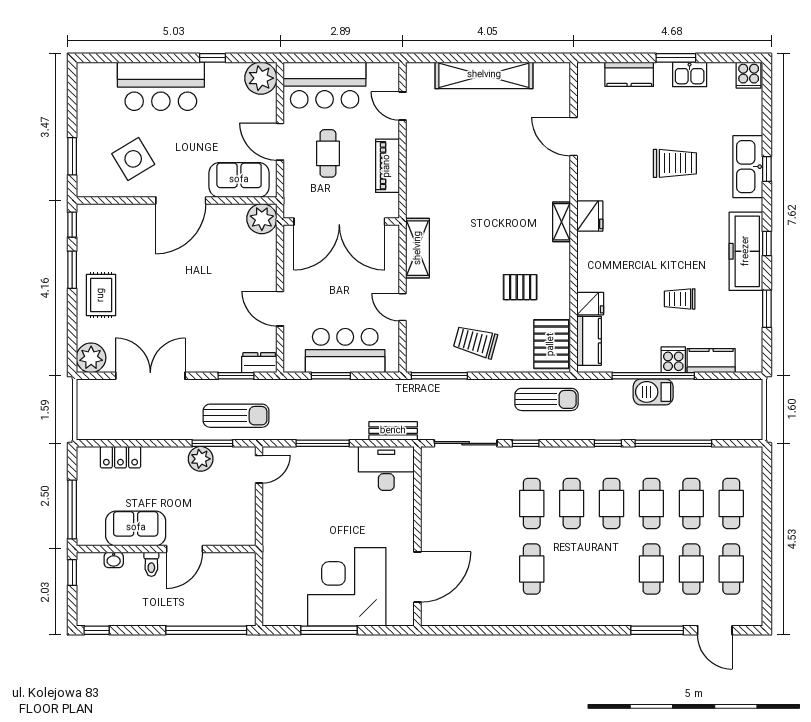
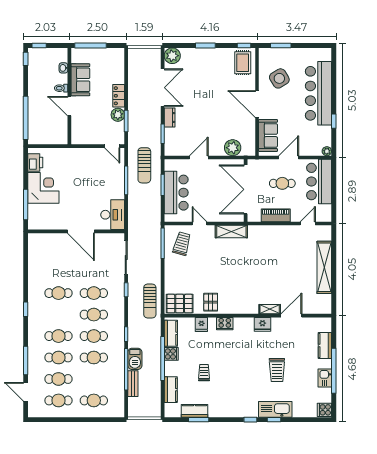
window: (676, 58) -> (334, 371), width x2.11
plant: (261, 78) -> (327, 151), width x0.53, depth x0.53
bar counter: (161, 86) -> (318, 93), width x1.36
fridge: (590, 216) -> (262, 324), moved
plant: (262, 219) -> (233, 148), moved
shelving: (562, 222) -> (270, 309), moved
window: (767, 243) -> (250, 420), moved
freezer: (746, 251) -> (230, 408), removed
cooker: (588, 260) -> (225, 324), added
window: (72, 270) -> (205, 46), moved
pallet: (520, 287) -> (211, 302), moved
rug: (101, 295) -> (243, 63), moved, turned 90
door: (403, 307) -> (199, 223), hinge flipped
kitchen counter: (750, 317) -> (194, 411), added
kitchen counter: (589, 341) -> (171, 333), moved, turned -90
trolley: (475, 342) -> (182, 244), moved
cooker: (673, 360) -> (171, 354), moved
dresser: (259, 363) -> (170, 118), moved
barbecue: (653, 392) -> (135, 359), moved, turned 180
sun lounger: (236, 416) -> (144, 165), moved
bench: (393, 431) -> (133, 384), moved
locker: (120, 457) -> (119, 96), moved
cafe table: (691, 503) -> (58, 336), moved
window: (72, 572) -> (39, 46), moved
door: (417, 577) -> (81, 231), moved
corner desk: (347, 587) -> (43, 188), width x0.74, depth x0.74
printer: (289, 612) -> (35, 163), added
window: (329, 630) -> (26, 205), moved
window: (562, 630) -> (26, 309), added
door: (715, 630) -> (26, 392), hinge flipped

